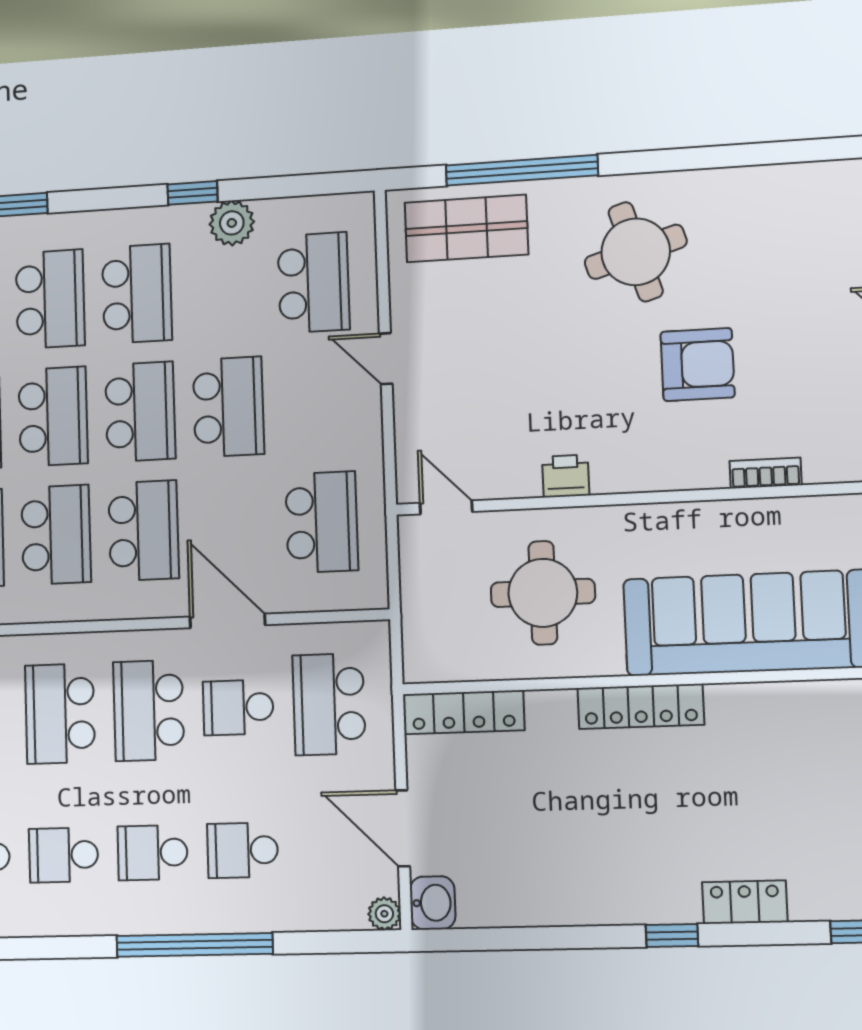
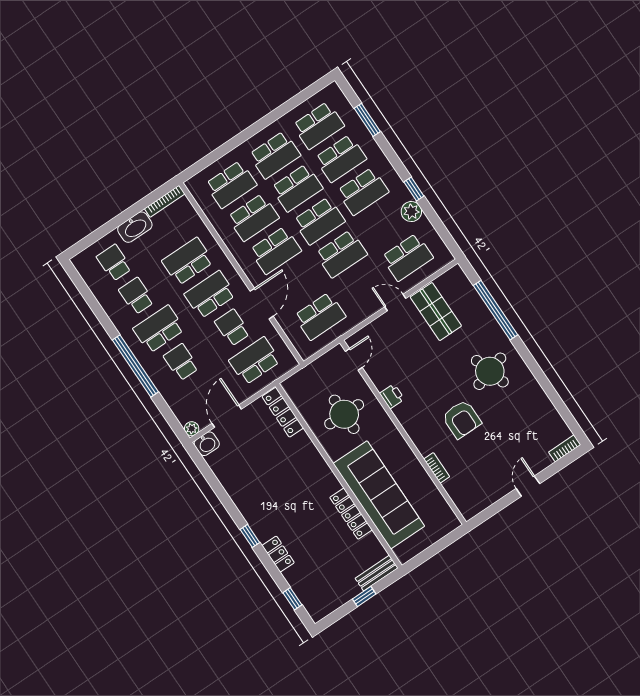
shop shelf: (466, 229) -> (436, 312), moved
door: (386, 359) -> (395, 303), hinge flipped
locker: (641, 706) -> (351, 514), moved
school desk: (153, 853) -> (159, 329), width x1.85

